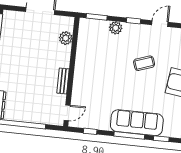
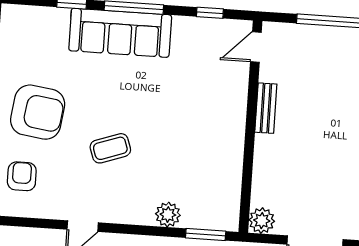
window: (134, 21) -> (134, 230), removed
plant: (66, 38) -> (262, 221), moved

